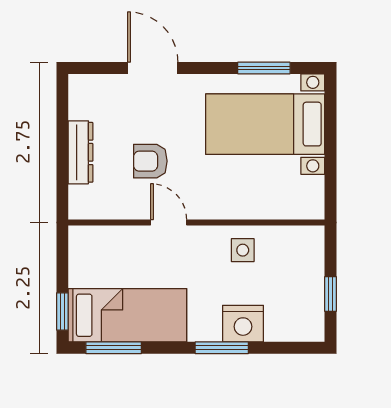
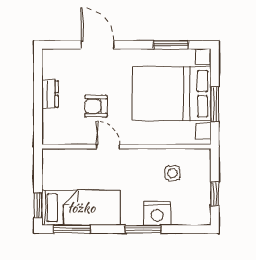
bed with nightstands: (265, 124) -> (172, 94), width x1.36
dresser: (81, 152) -> (50, 94), width x0.70
window: (330, 158) -> (215, 104), added
side table: (243, 250) -> (172, 173), moved

